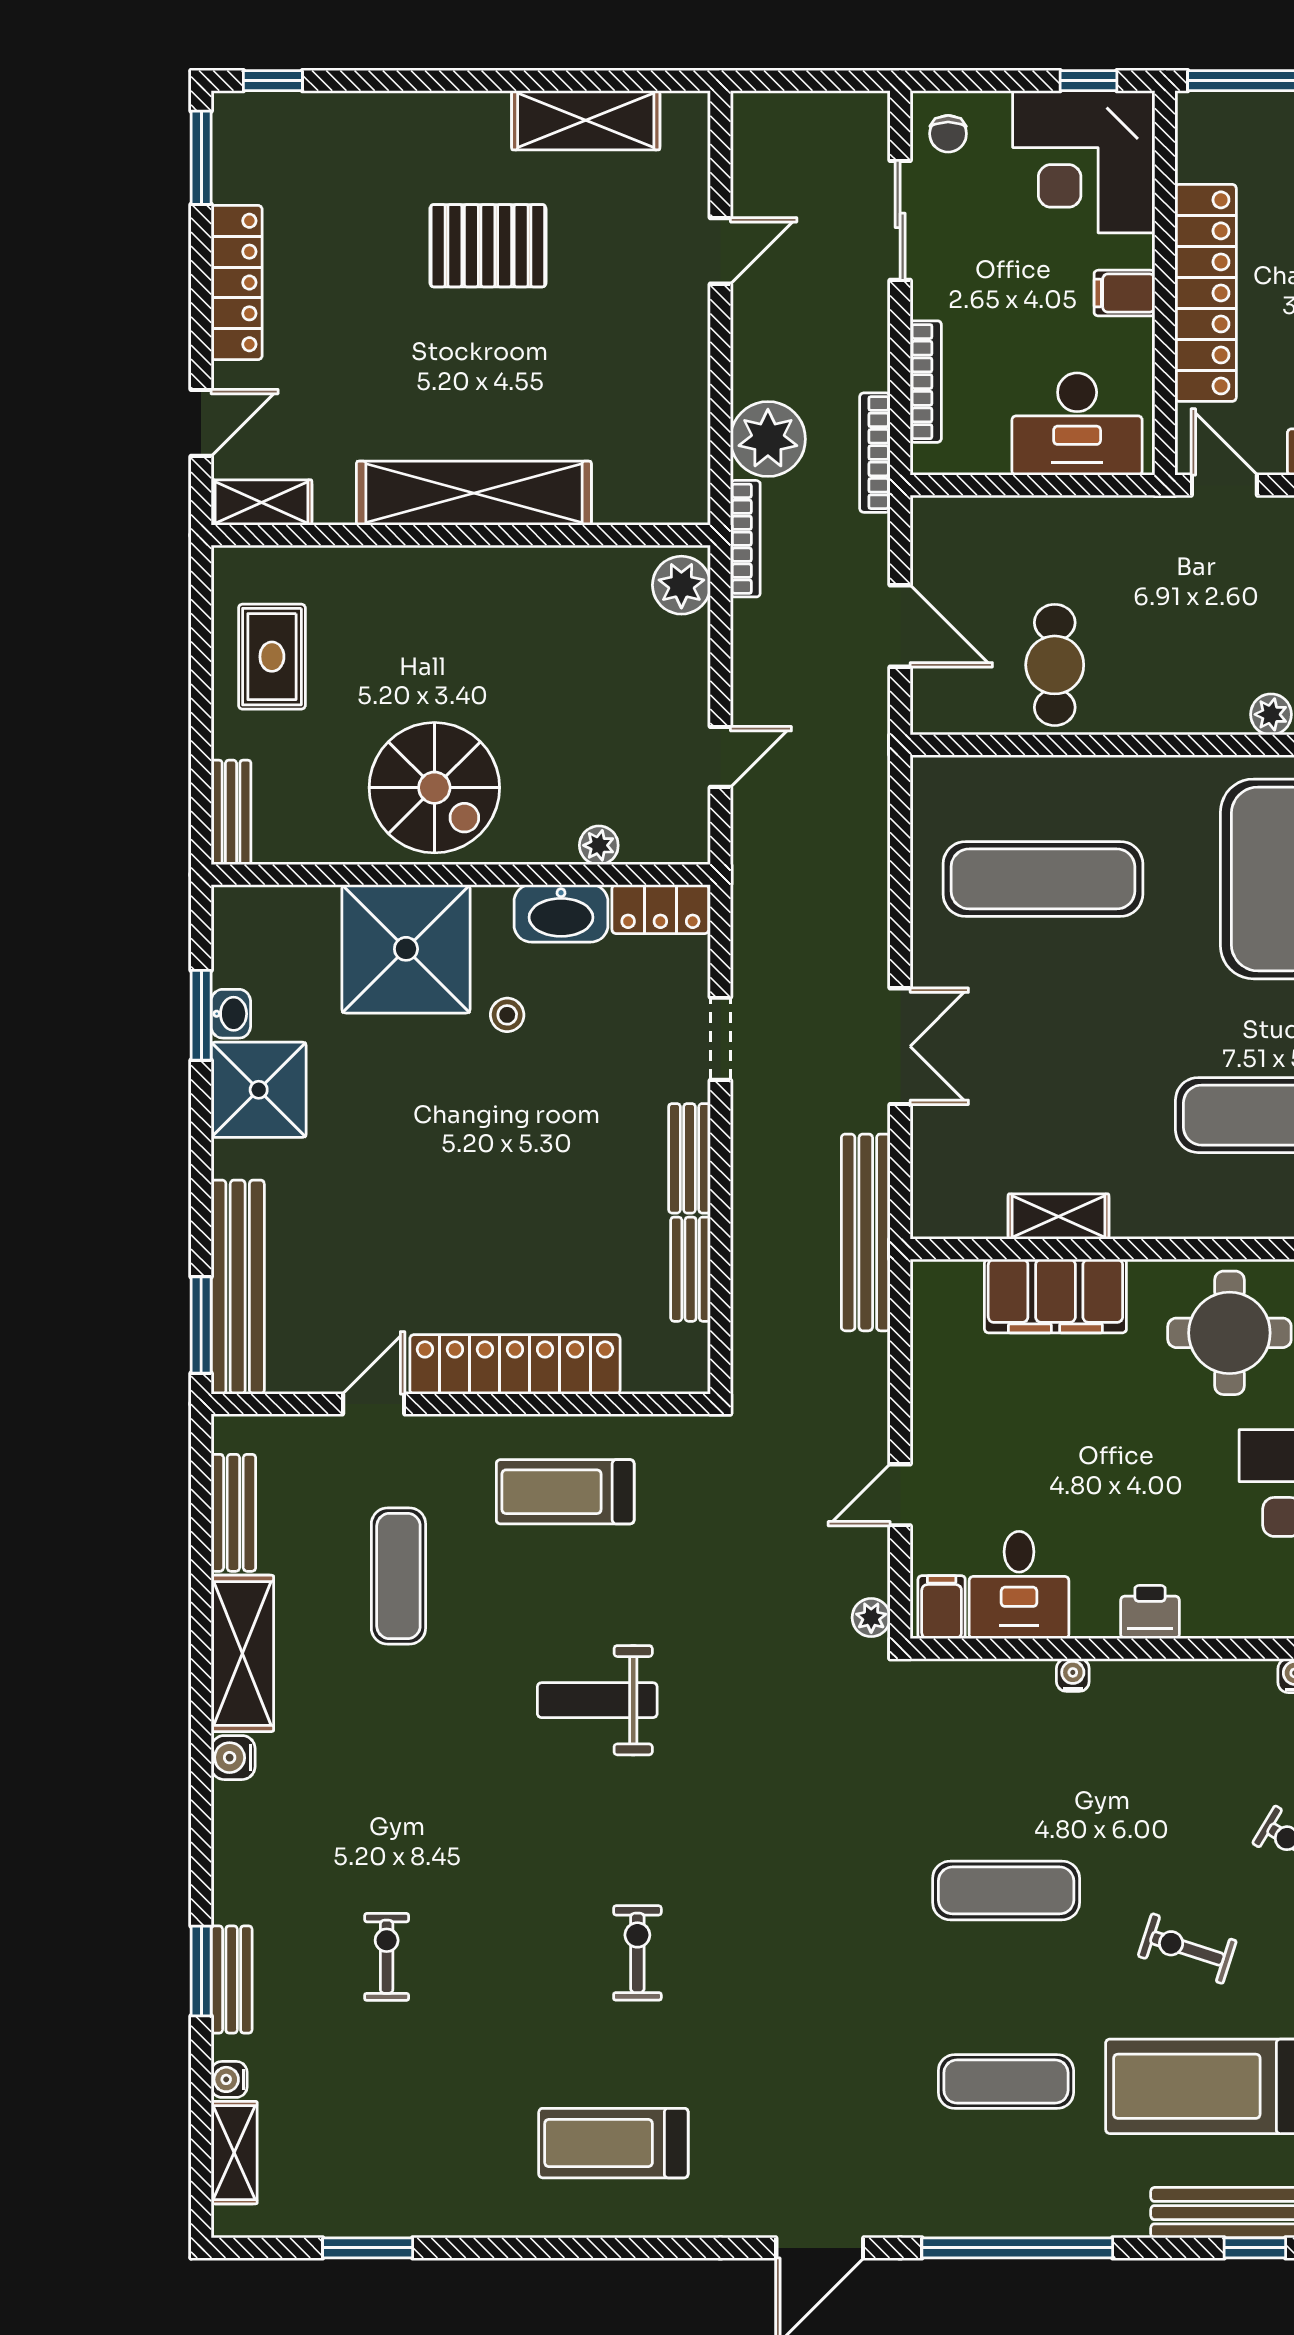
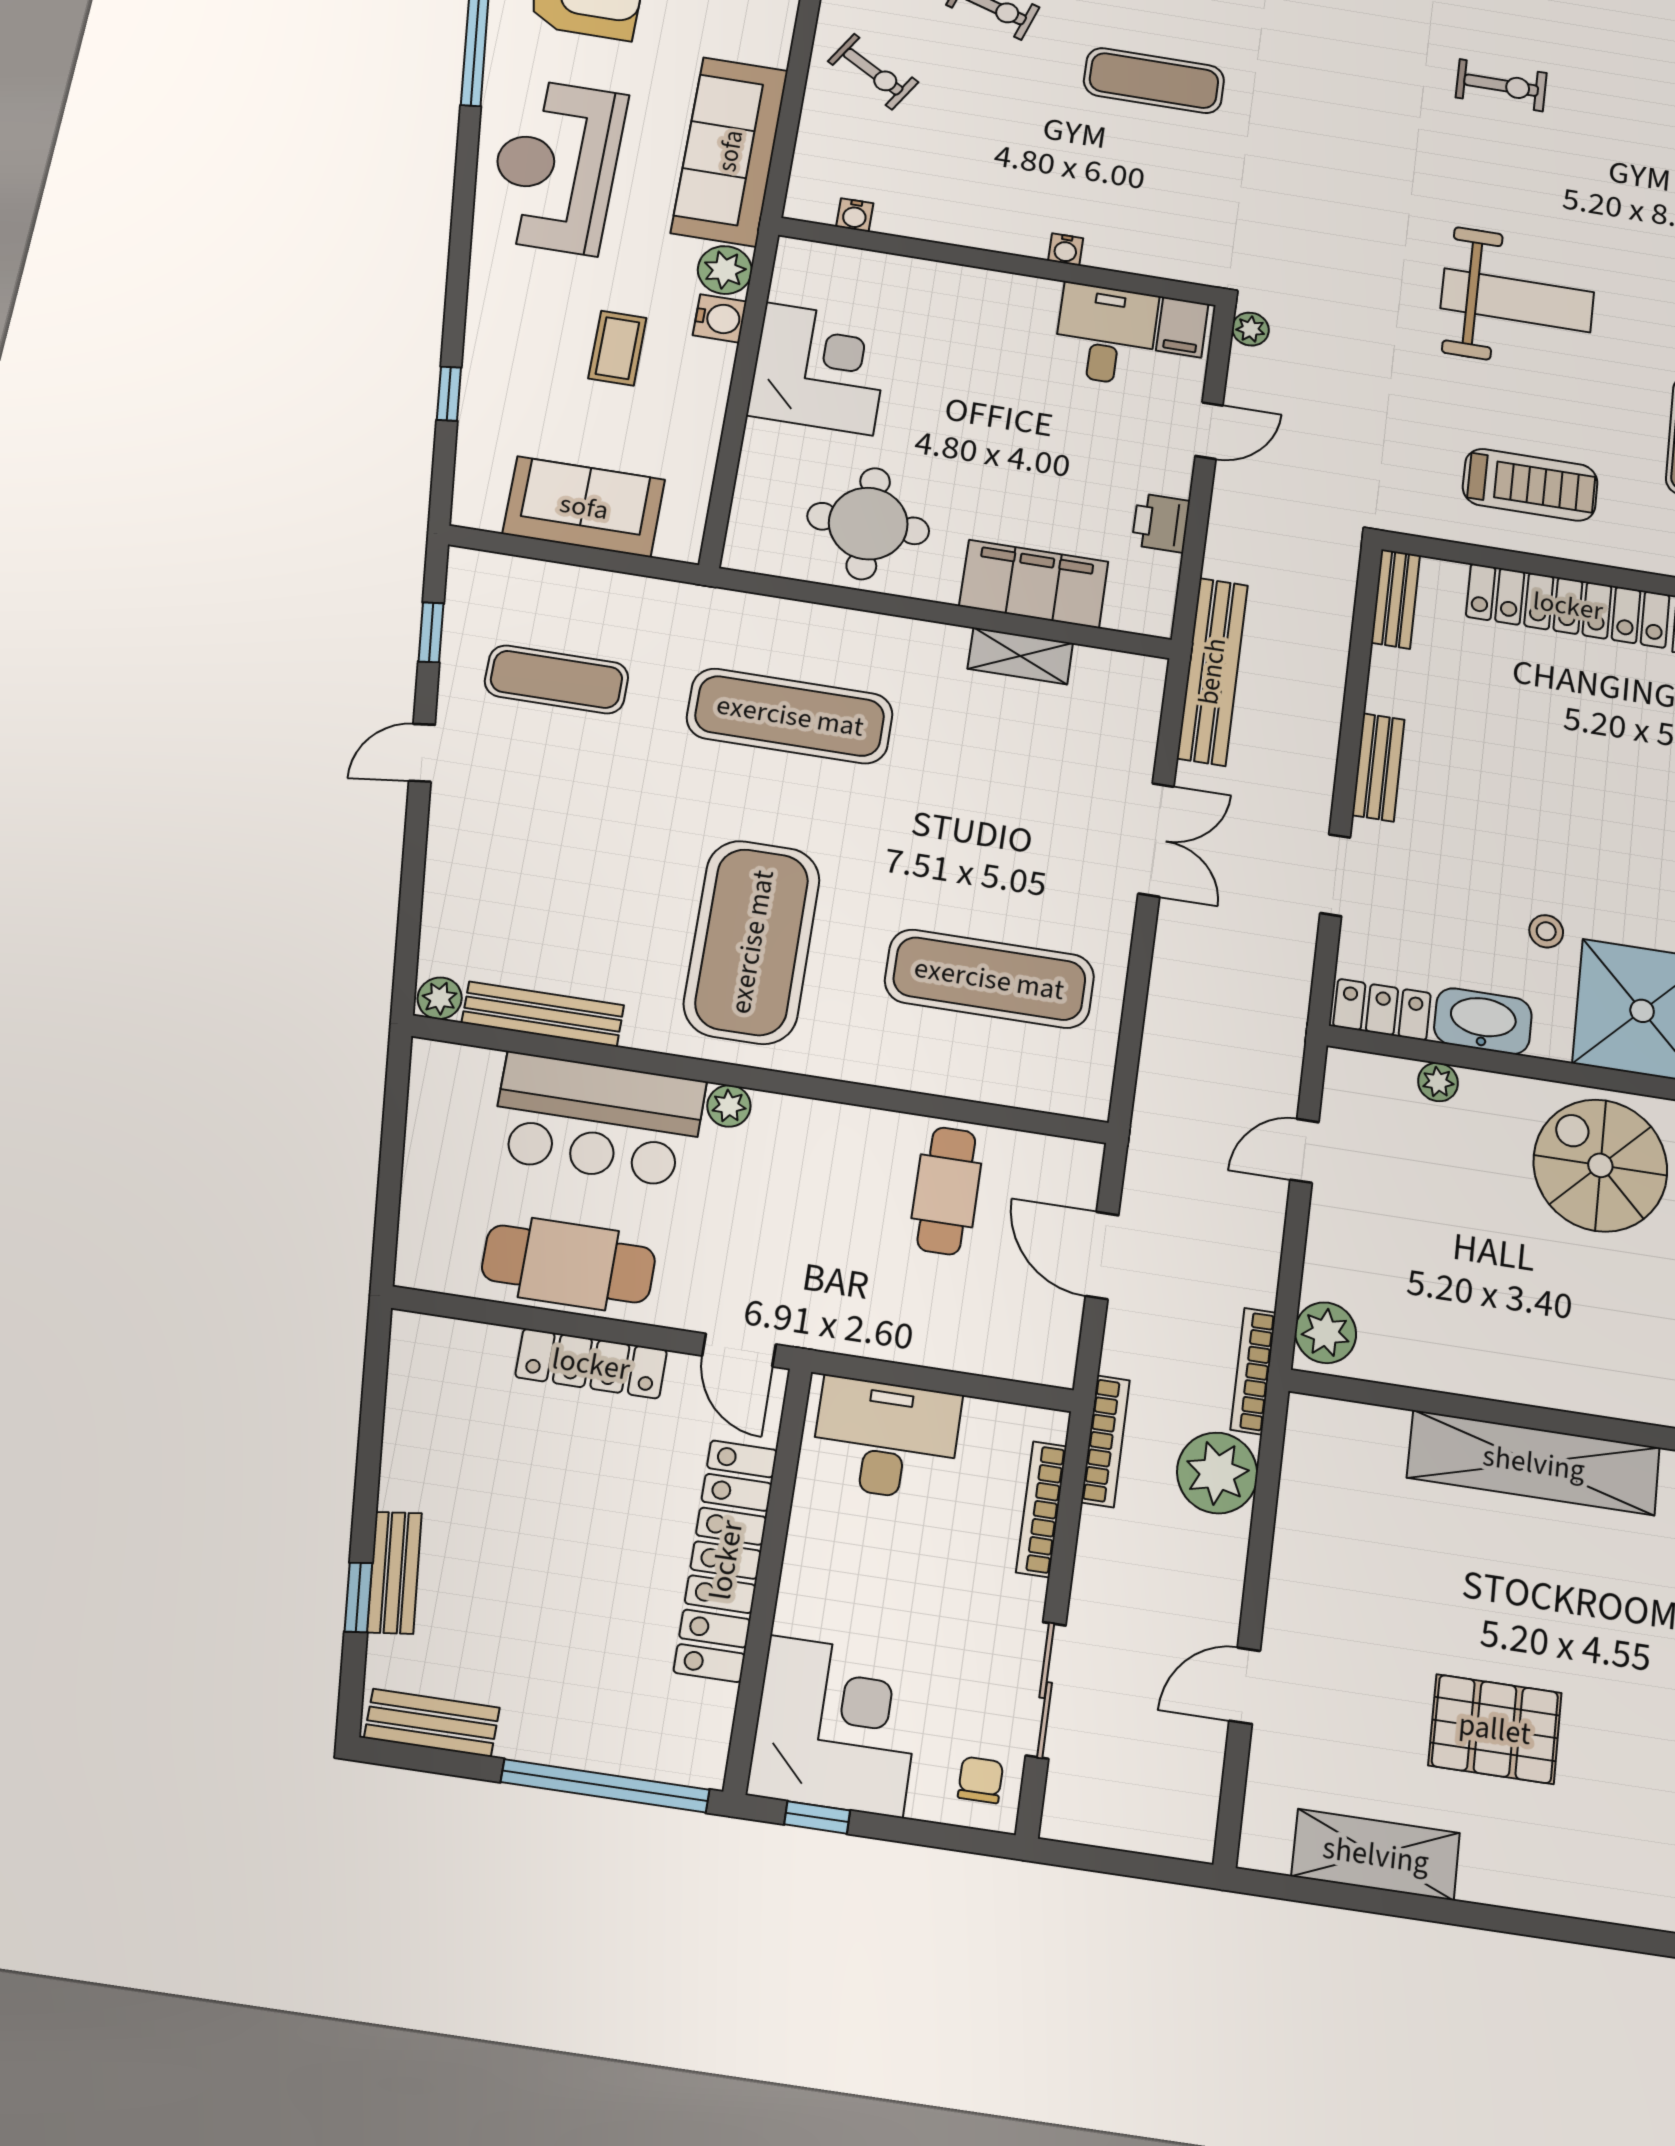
filing cabinet: (1124, 293) -> (814, 1573), removed
double door: (900, 1046) -> (1156, 840), swing flipped
bench: (691, 1269) -> (1396, 599), moved
printer: (1150, 1612) -> (1161, 523), moved, turned 90
weight bench: (597, 1700) -> (1517, 300), width x1.36, depth x1.33
exercise bike: (637, 1953) -> (1501, 85), turned -90

